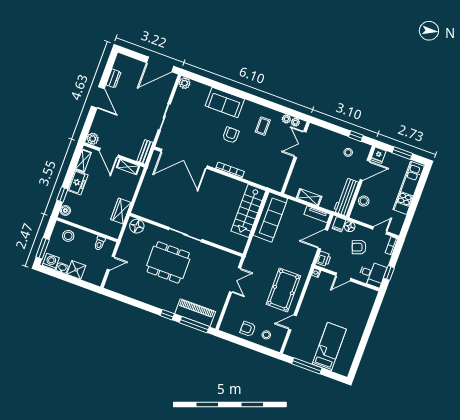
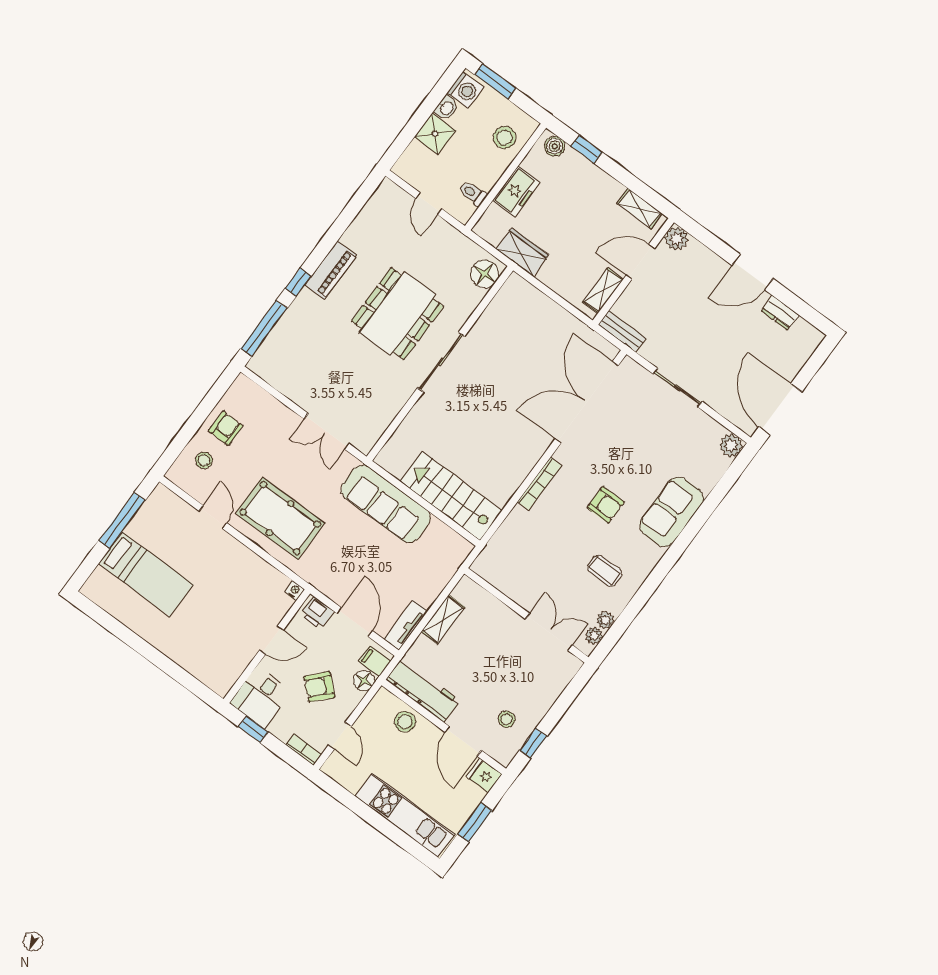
freezer: (78, 183) -> (516, 192), moved, turned -90
sofa: (270, 217) -> (386, 504), moved
armchair: (359, 247) -> (319, 687), turned -116
door: (343, 277) -> (272, 640), swing flipped
piano: (195, 313) -> (331, 270), moved, width x0.73, depth x0.75

